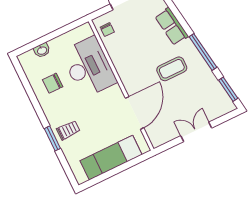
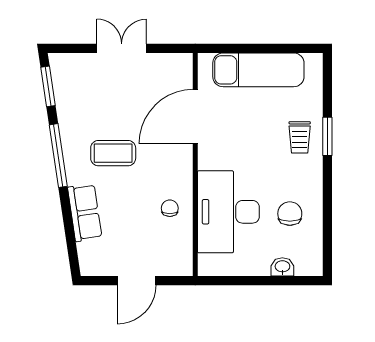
chair: (107, 30) -> (170, 208), moved
chair: (53, 83) -> (290, 214), turned -90
trolley: (68, 130) -> (300, 137), turned -90
double door: (196, 132) -> (122, 48), swing flipped

